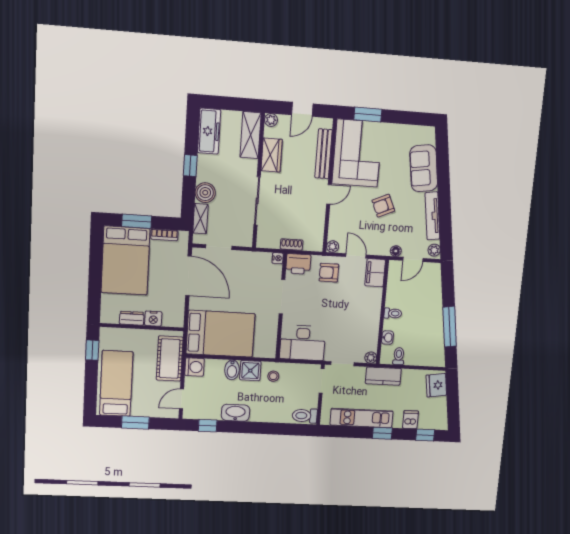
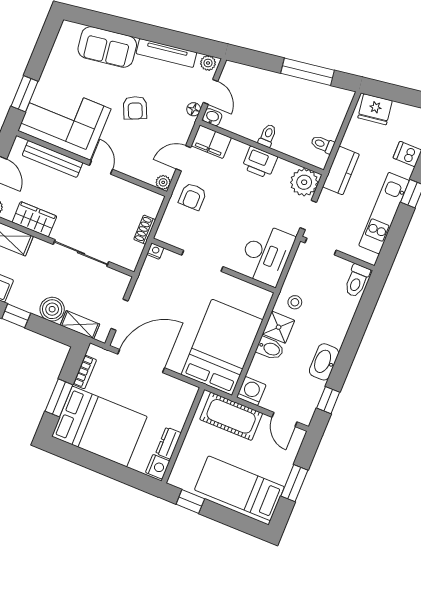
printer: (298, 264) -> (260, 162), moved, turned 90
nightstand: (153, 319) -> (158, 467), moved
washbasin: (388, 338) -> (212, 117), moved
plant: (371, 358) -> (304, 182), width x1.88, depth x1.88

